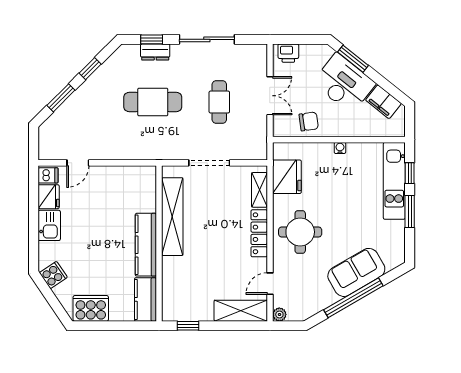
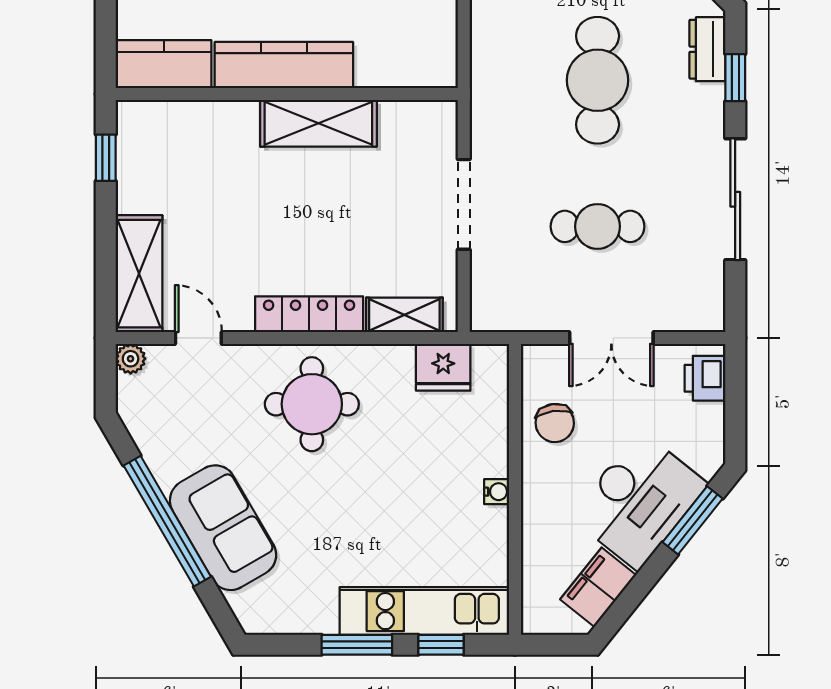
dresser: (155, 52) -> (707, 49), moved
fridge: (287, 177) -> (443, 367), width x0.73, depth x0.75
shelving: (172, 217) -> (318, 123), width x0.68

